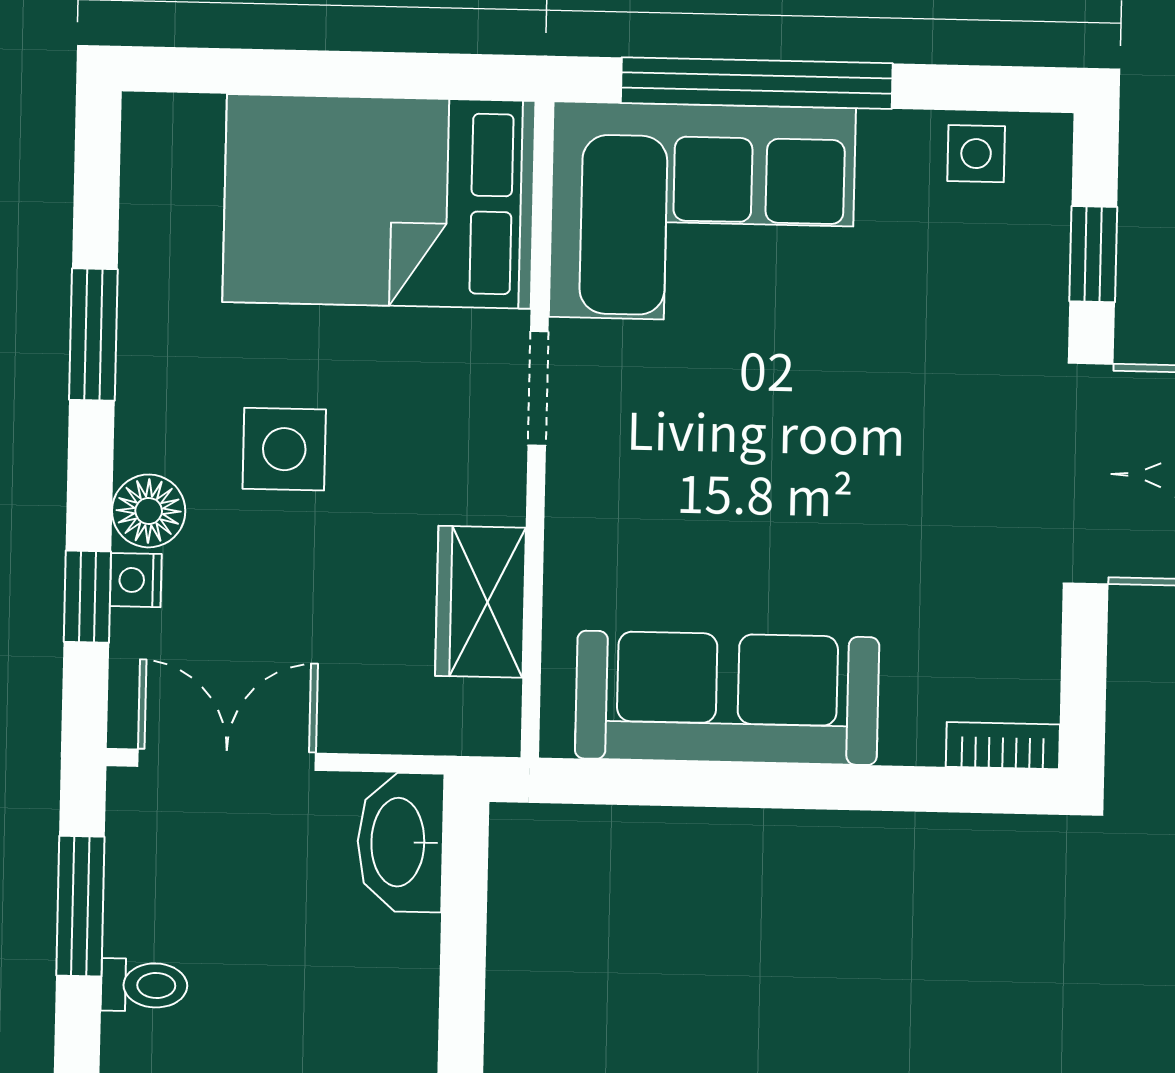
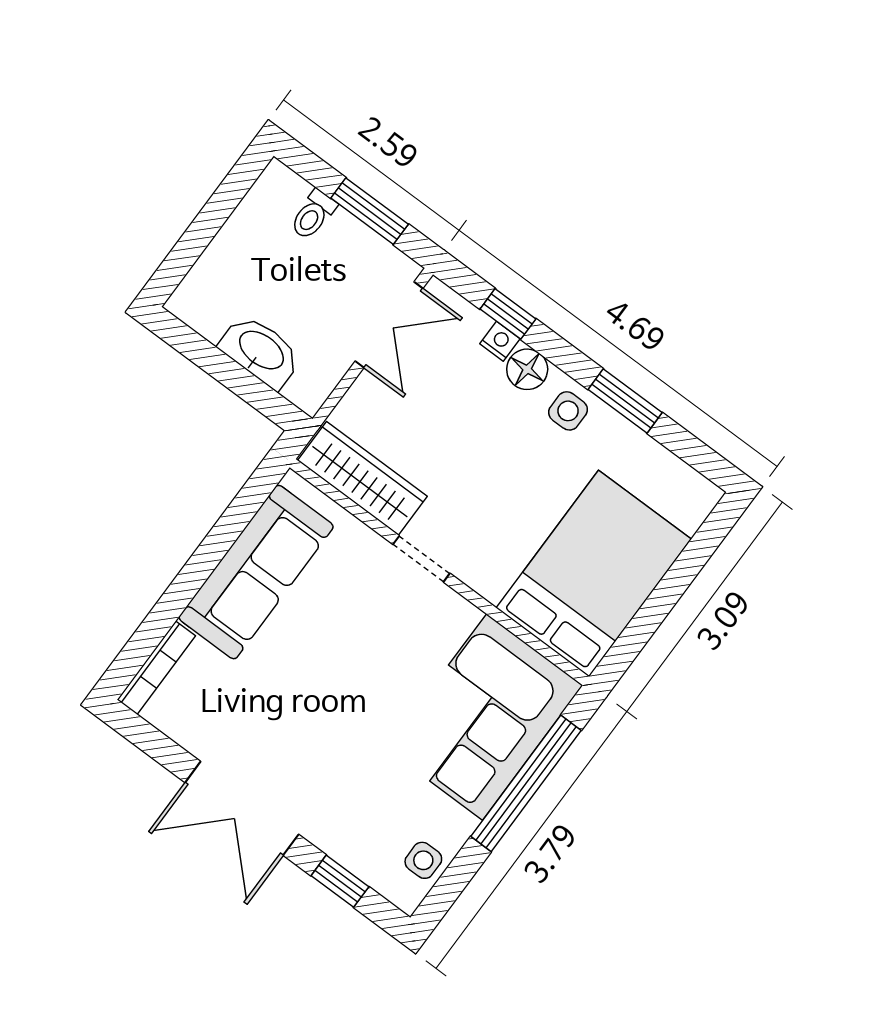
doorway: (538, 388) -> (421, 559), moved
side table: (284, 449) -> (568, 411), moved, width x0.73, depth x0.73
wardrobe: (480, 602) -> (362, 478), width x1.50
bookcase: (1003, 746) -> (156, 668), width x1.56
washbasin: (400, 842) -> (261, 351), moved

